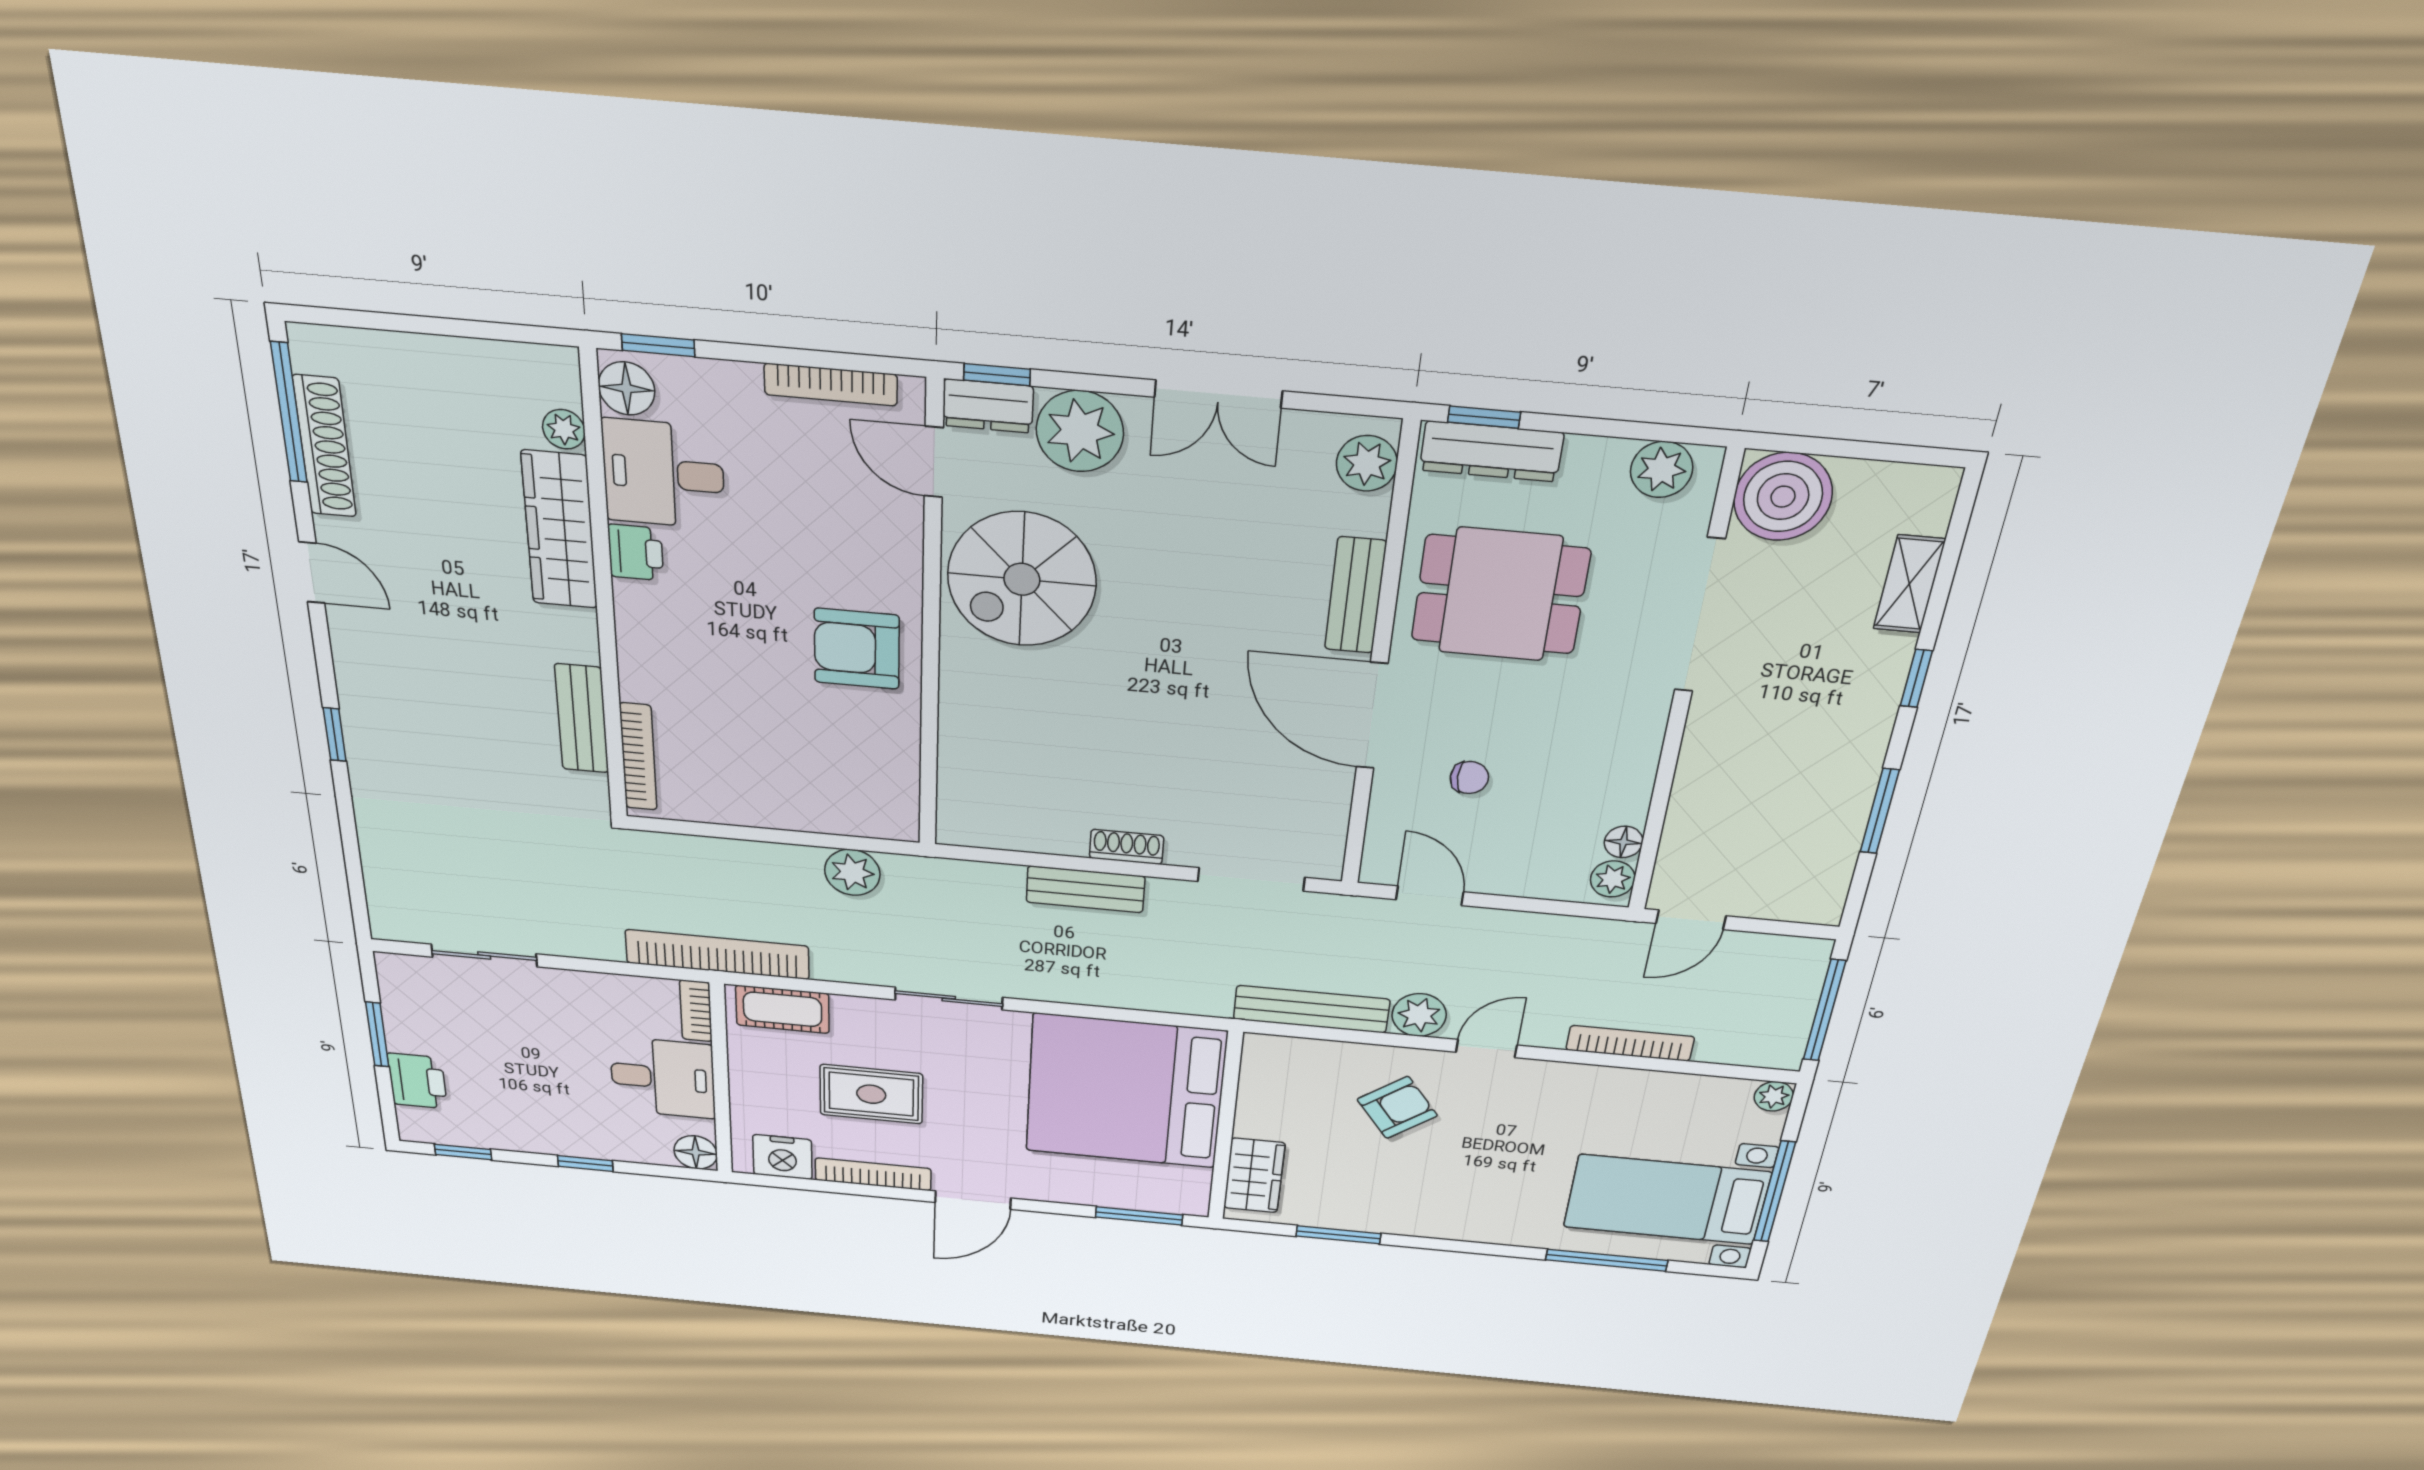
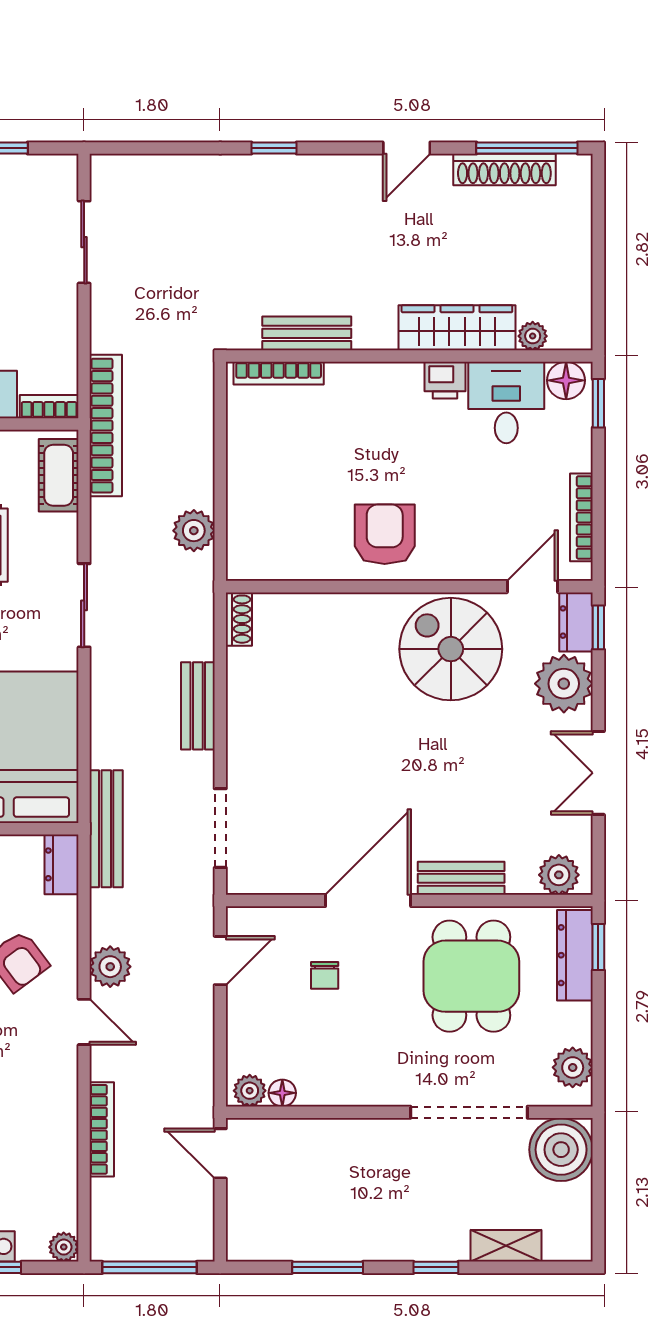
shoe rack: (1127, 847) -> (239, 619), moved
bench: (1311, 1009) -> (106, 829), moved
dresser: (1280, 1053) -> (62, 864), added

